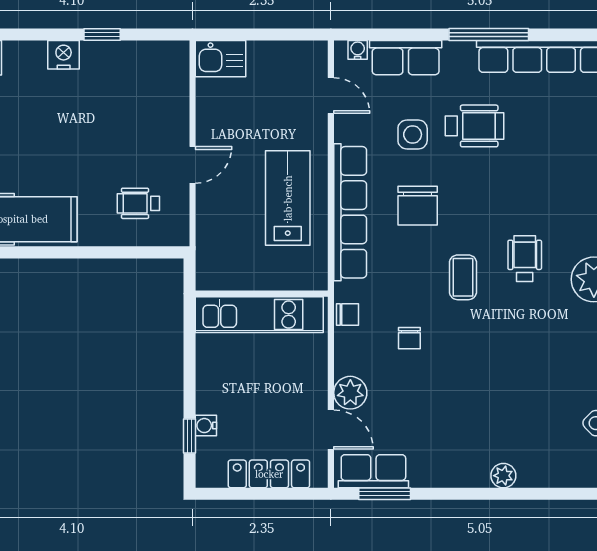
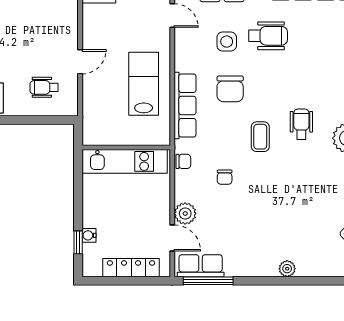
row of seats: (350, 212) -> (185, 106), width x0.73
window: (385, 494) -> (208, 281), width x1.44

